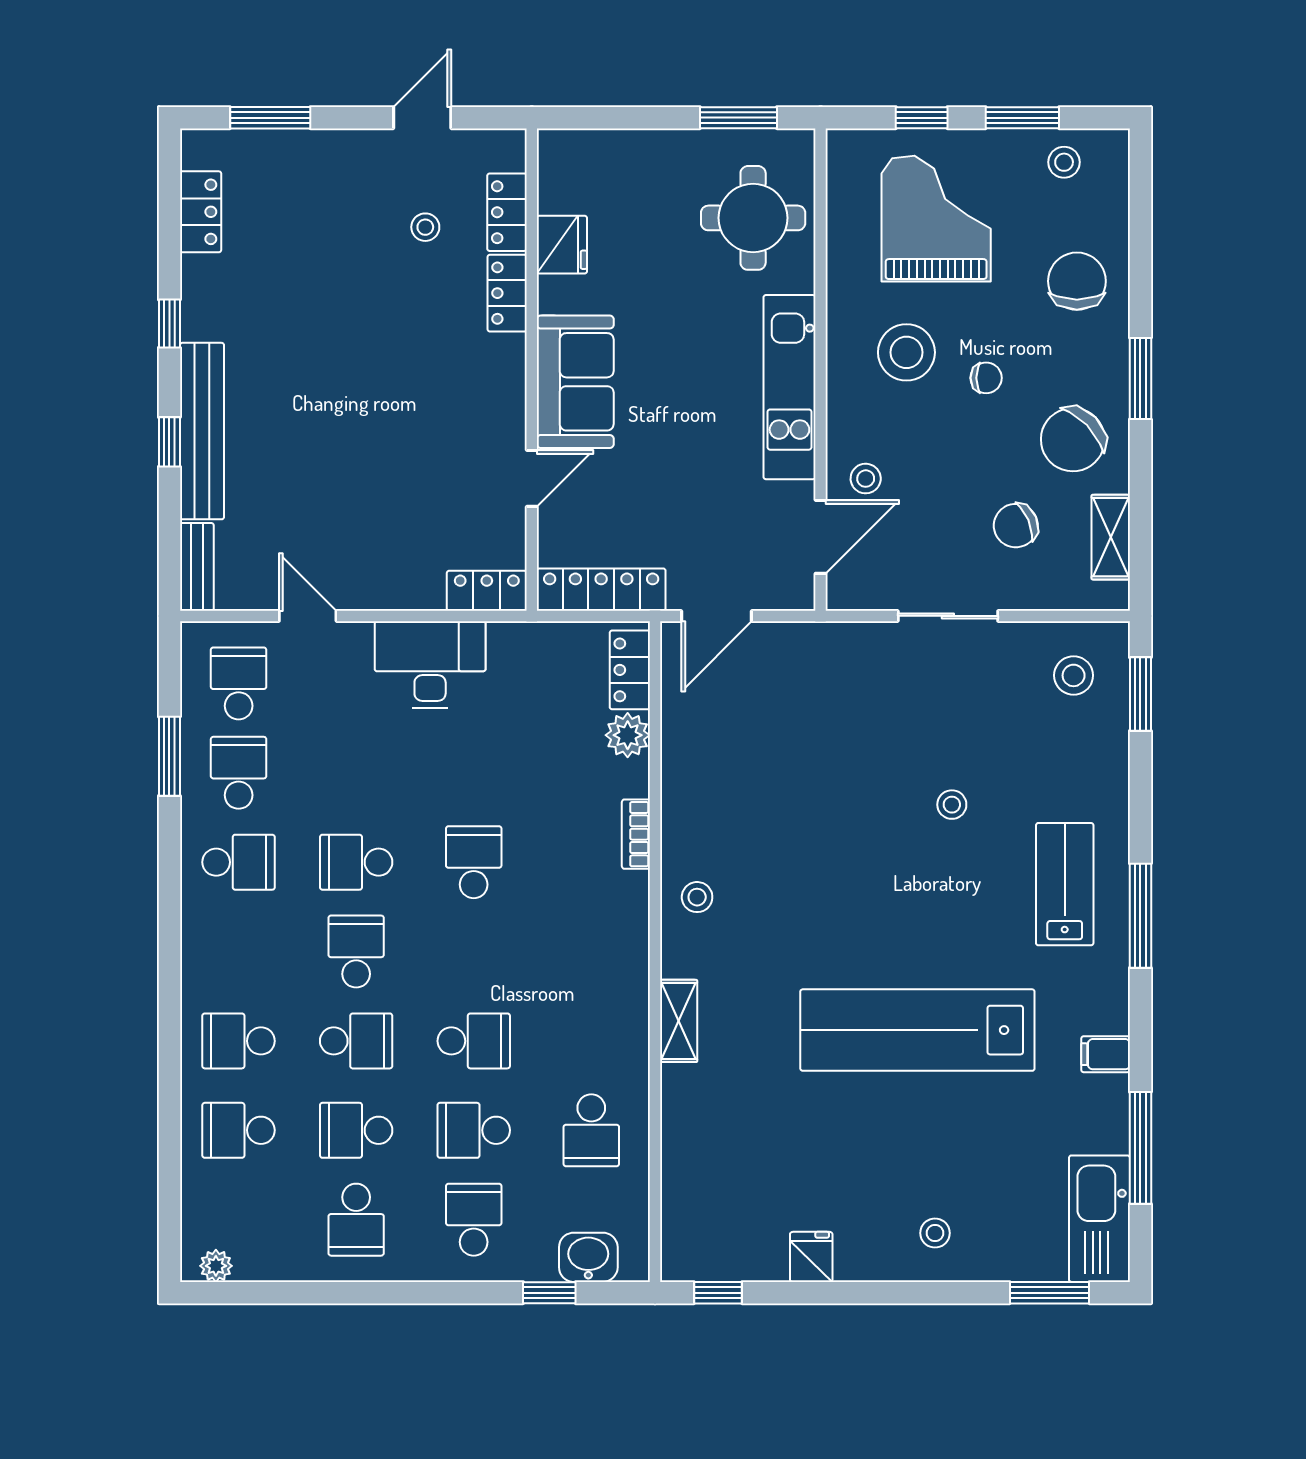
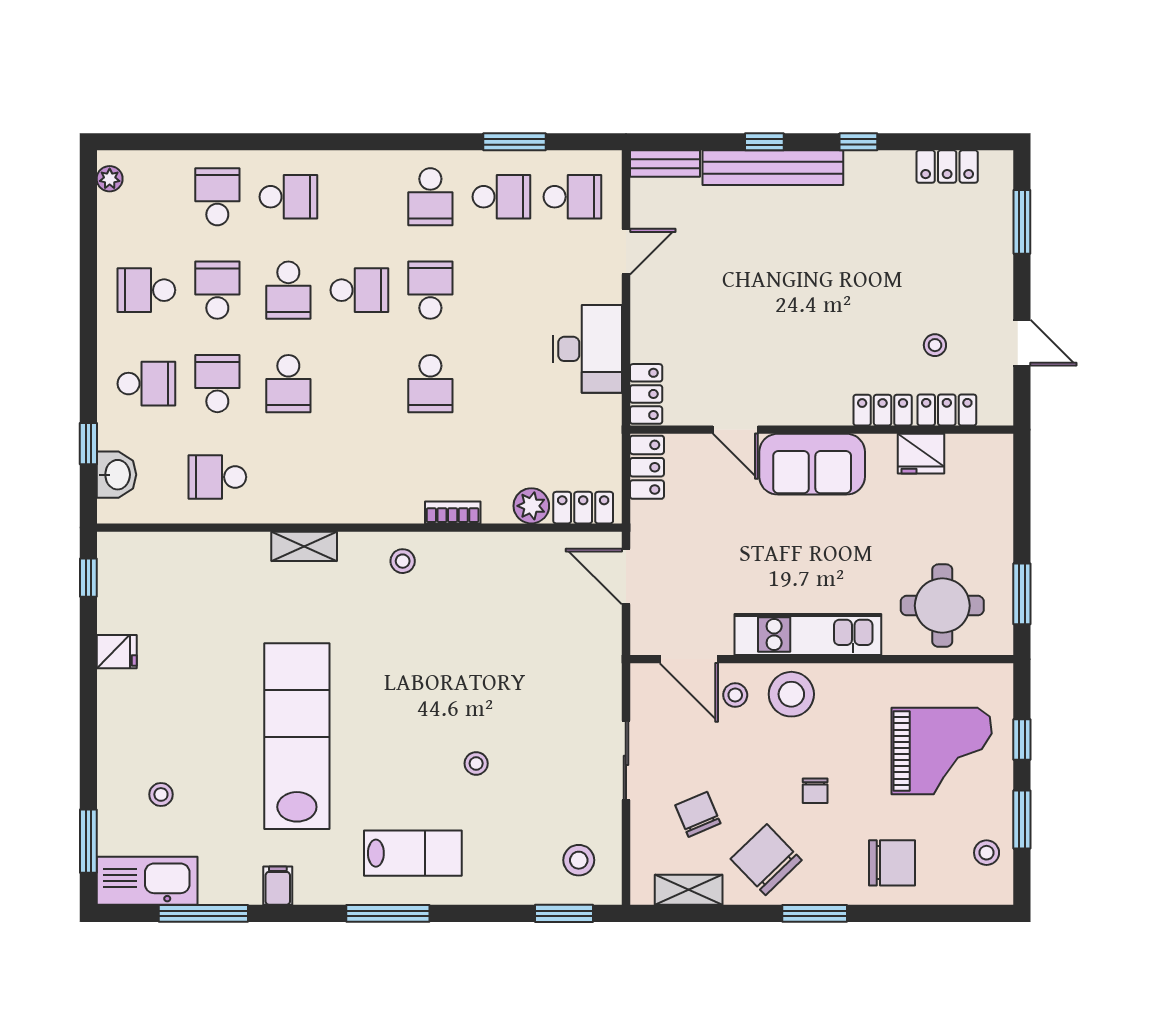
stool: (906, 352) -> (791, 694), moved
locker: (601, 590) -> (647, 467), width x0.66
school desk: (474, 862) -> (430, 384), turned 90
school desk: (239, 1041) -> (288, 197), turned 90
stool: (935, 1233) -> (161, 794), moved

